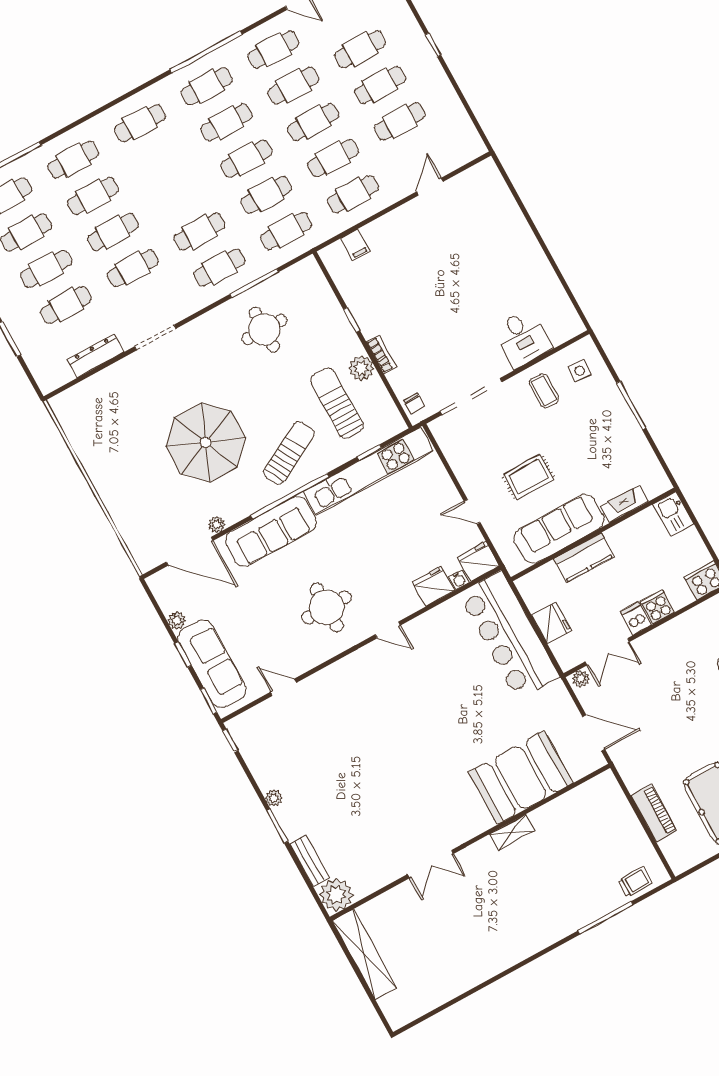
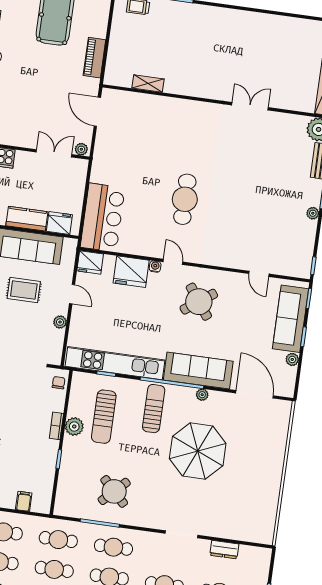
round table: (264, 330) -> (114, 491), turned 45
dresser: (96, 356) -> (224, 550), width x0.70
sun lounger: (289, 453) -> (154, 409), turned 118
plant: (463, 471) -> (60, 322), added
plant: (217, 524) -> (202, 395), moved
water cooler: (459, 580) -> (155, 267), moved
fridge: (433, 586) -> (131, 272), width x1.36, depth x1.34
round table: (327, 607) -> (199, 302), turned -36
dishwasher: (636, 618) -> (23, 161), removed
fridge: (551, 623) -> (59, 223), moved, turned 90
bar counter: (509, 635) -> (103, 218), width x0.73
cafe table: (426, 708) -> (185, 199), added
booth: (521, 777) -> (159, 118), removed
piano: (654, 813) -> (94, 58), moved
shelving: (512, 832) -> (148, 84), moved

